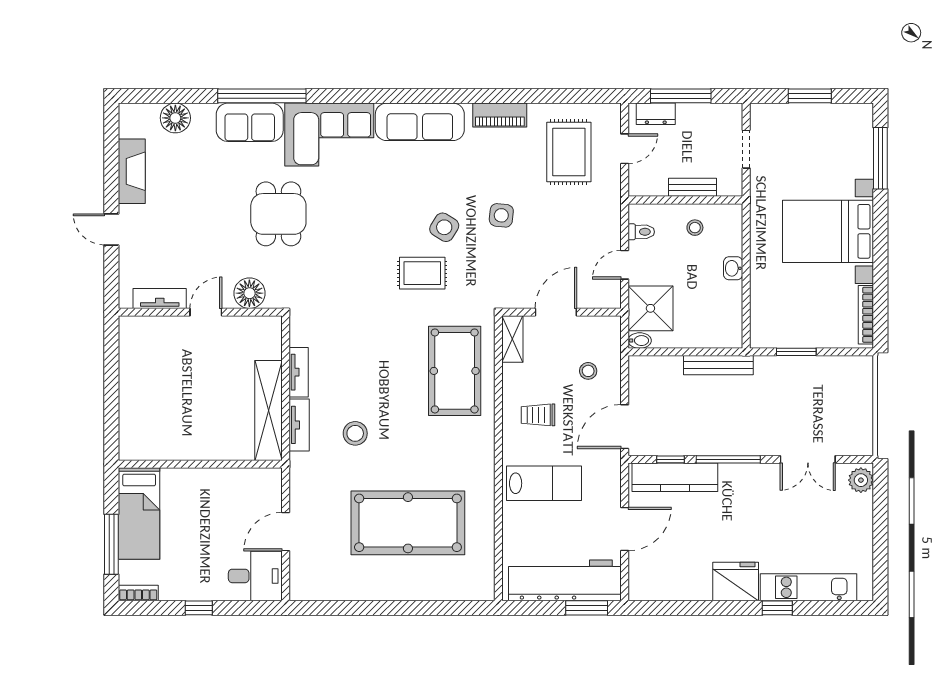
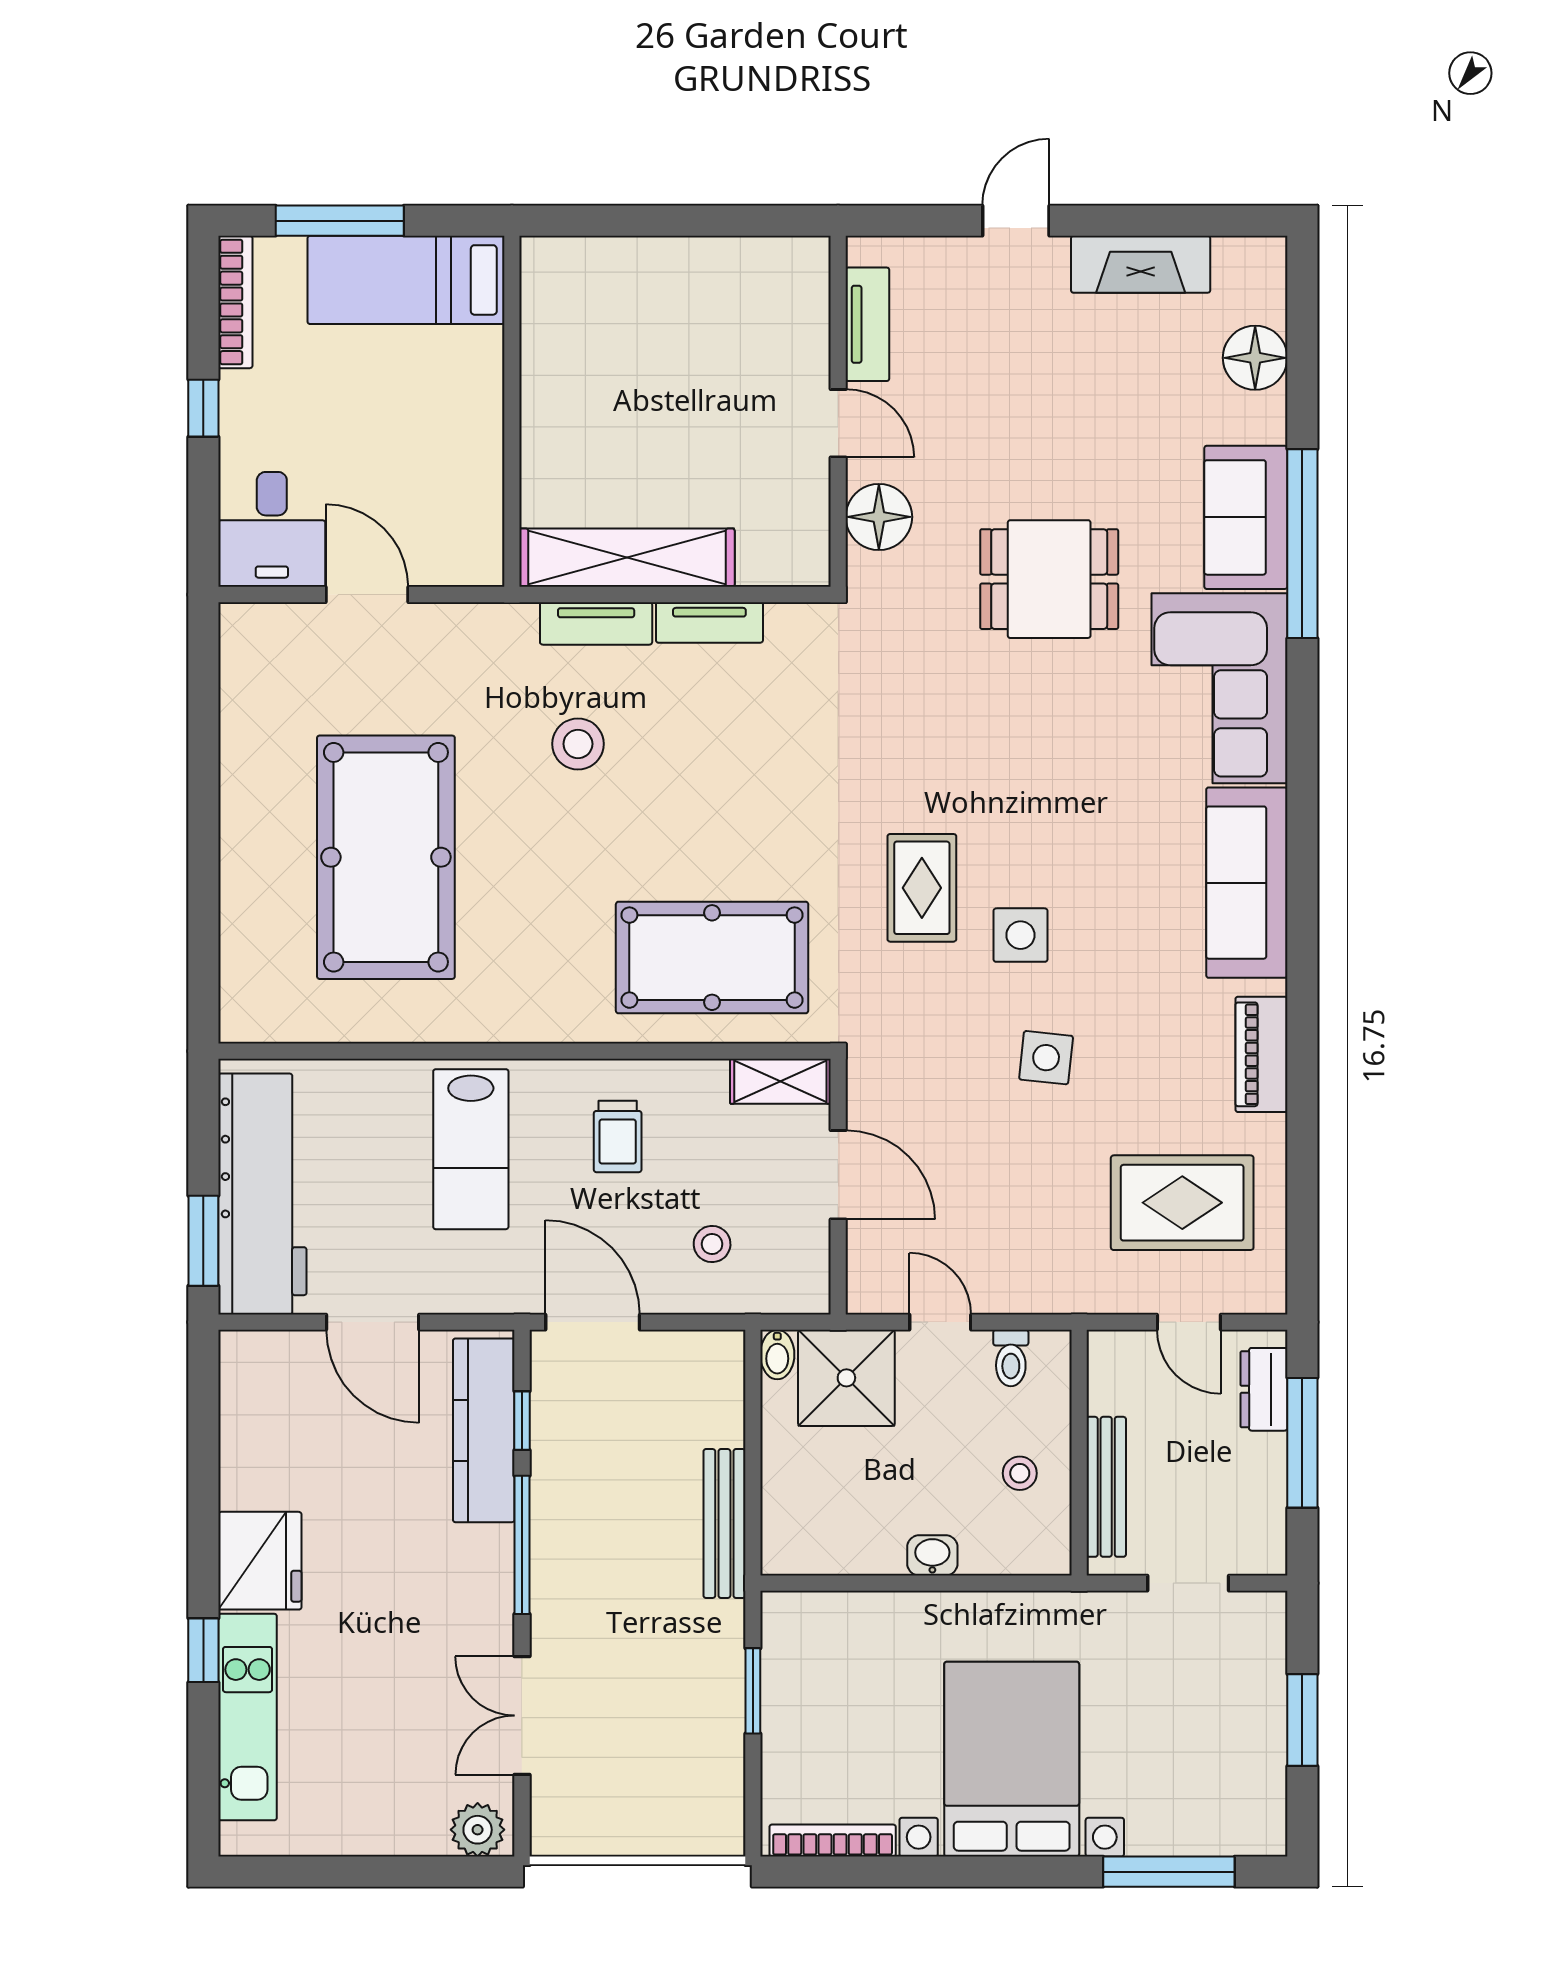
bench: (692, 187) -> (1106, 1487), width x1.36
side table: (444, 227) -> (1020, 935), turned -31
trolley: (538, 415) -> (618, 1137), turned 180
bookcase: (138, 593) -> (235, 302), width x1.56

